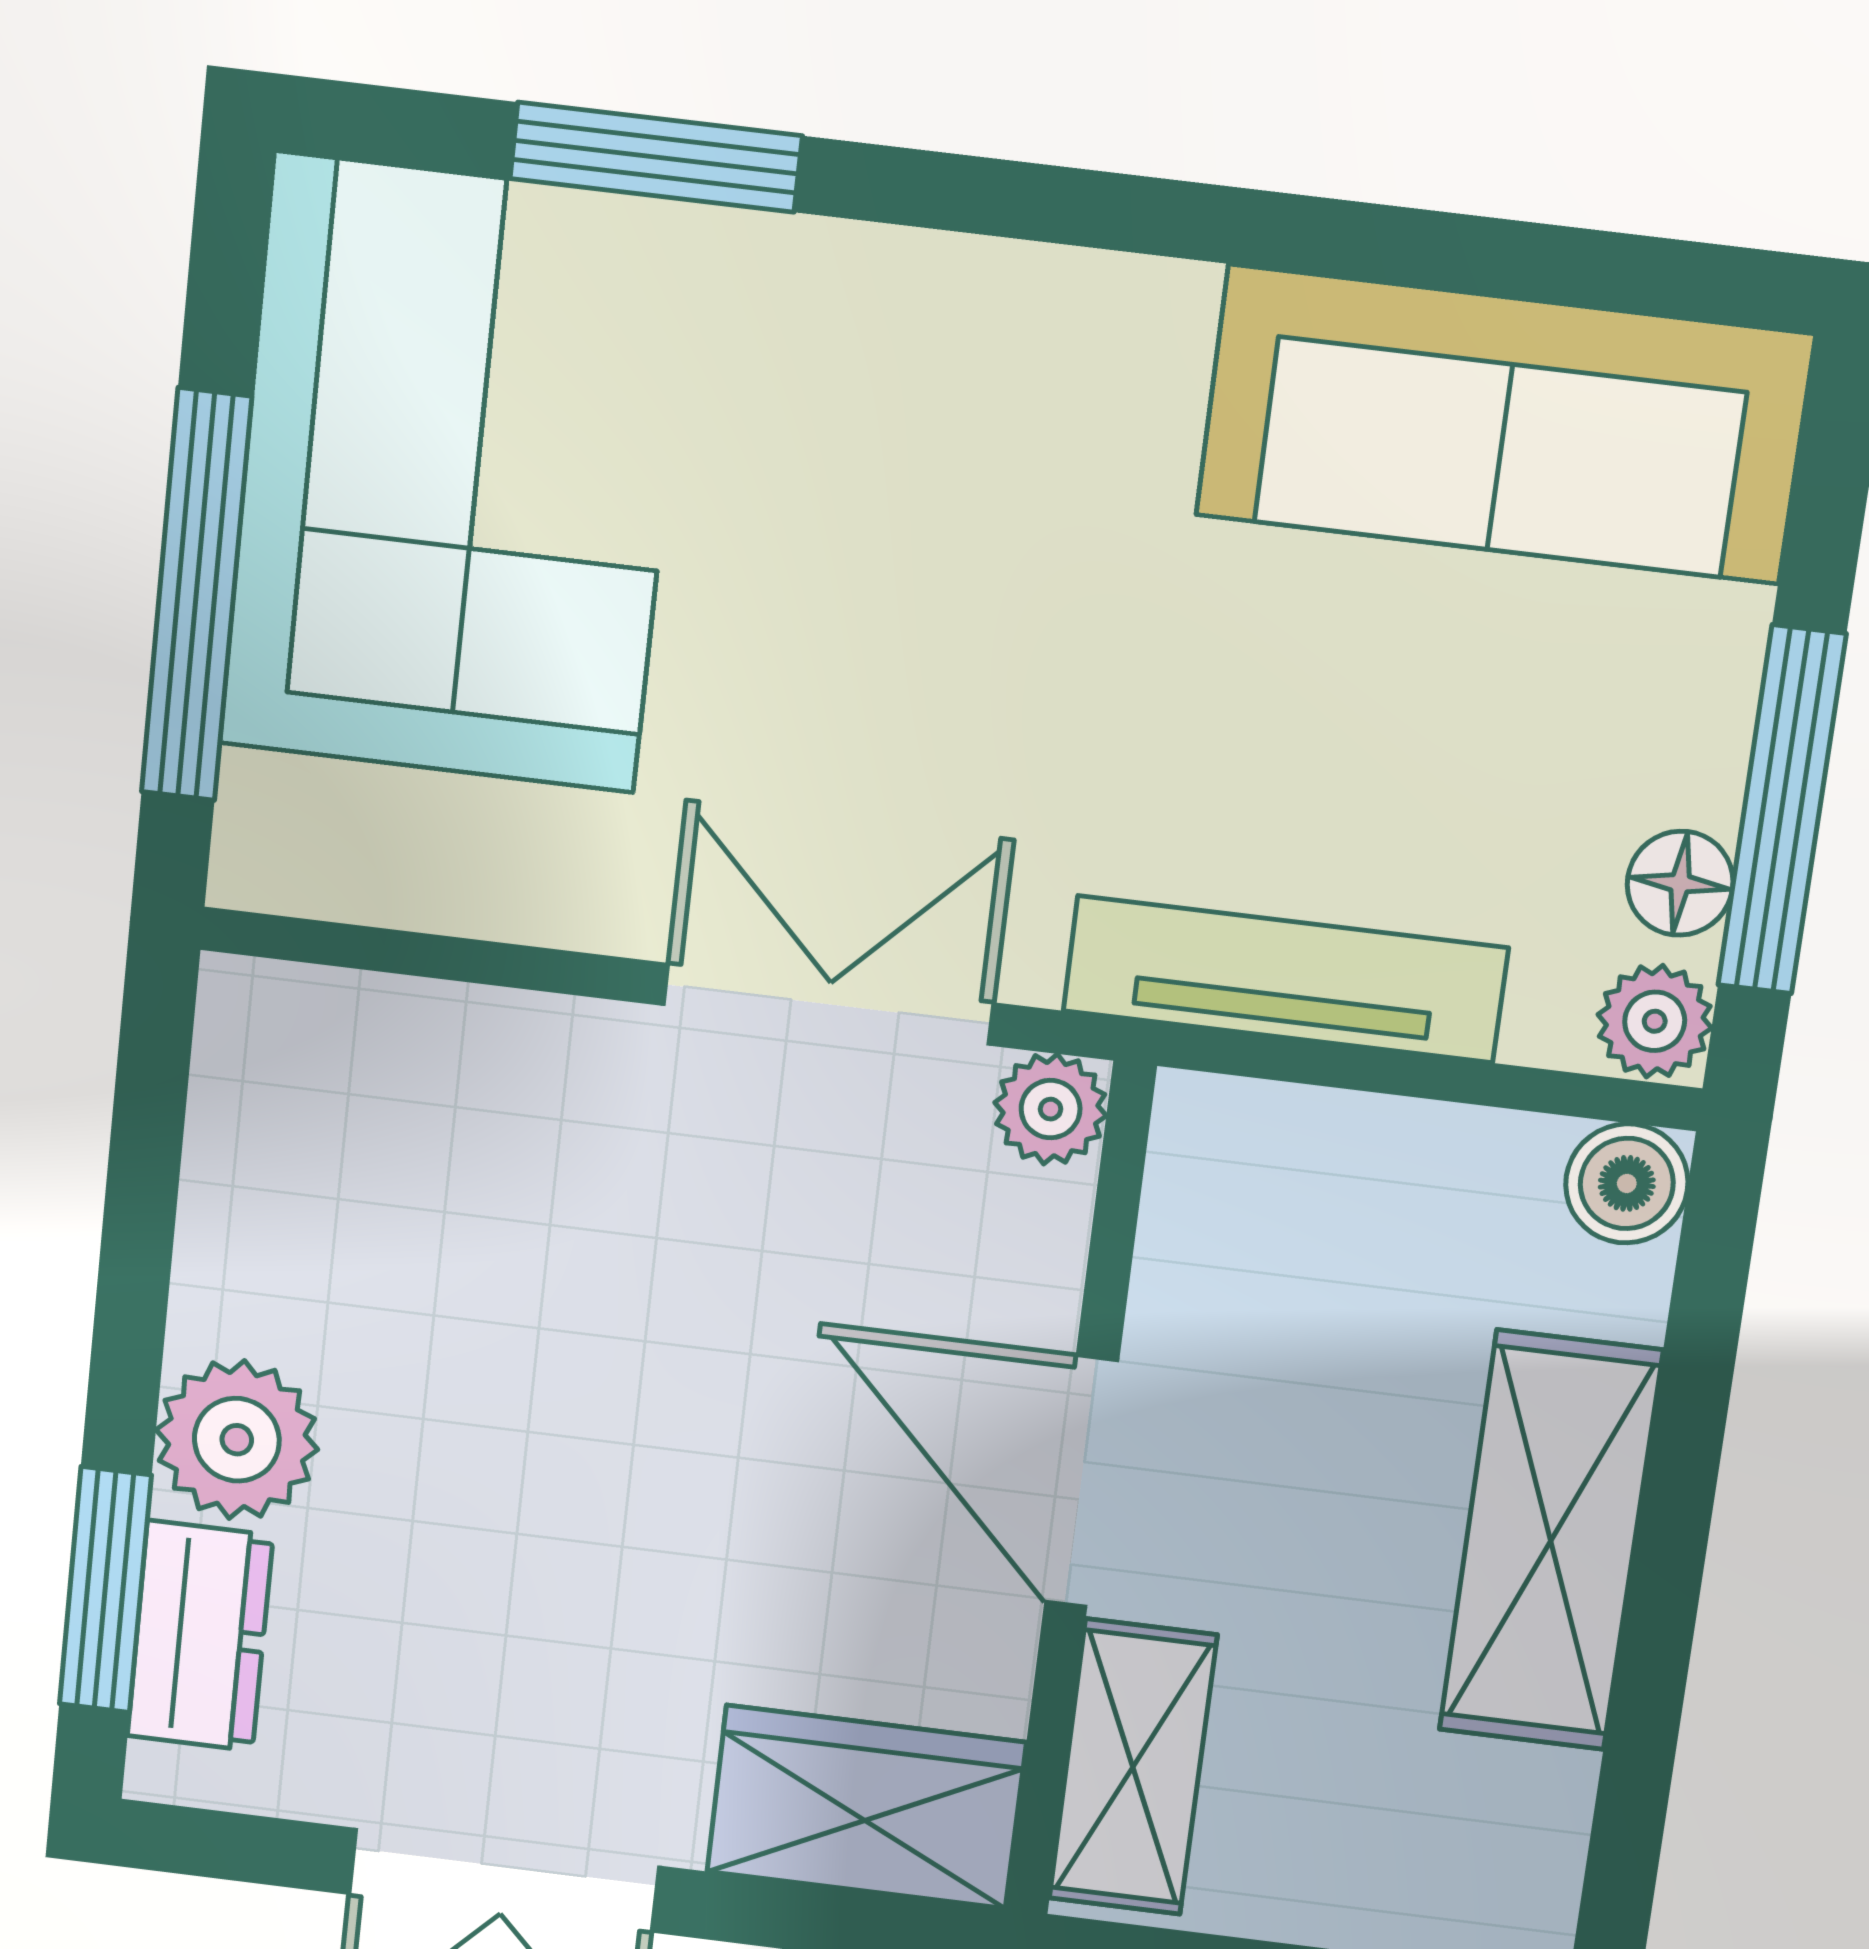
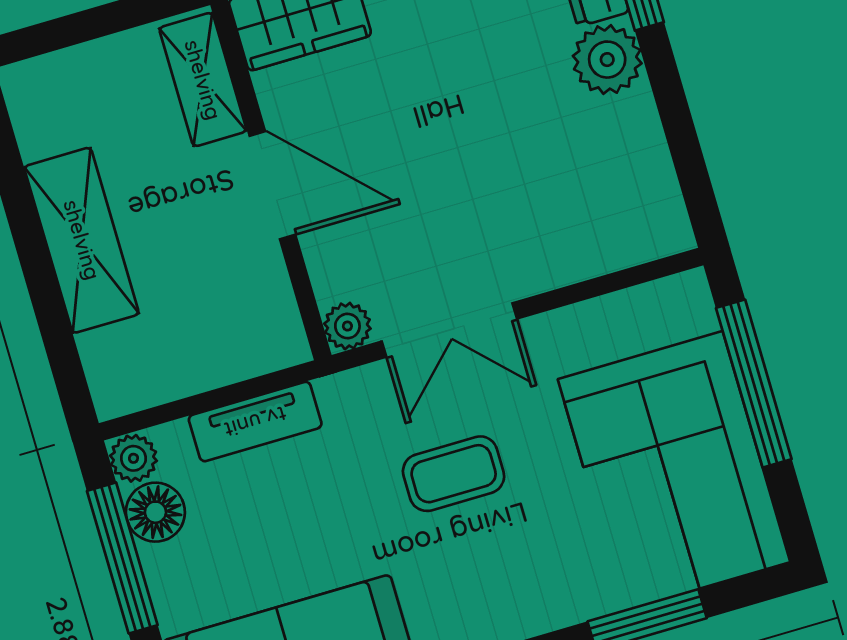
coffee table: (955, 681) -> (454, 474), added
floor lamp: (1680, 883) -> (155, 512), width x1.37, depth x1.37
tv unit: (1285, 979) -> (255, 422), width x0.71
boiler: (1627, 1183) -> (116, 392), removed

